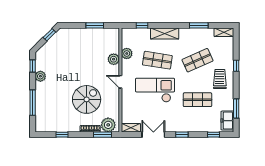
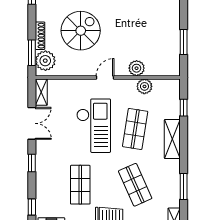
spiral stairs: (87, 99) -> (81, 31), turned -90

